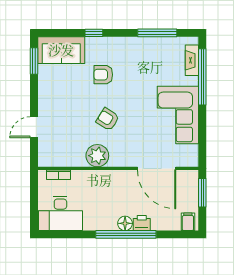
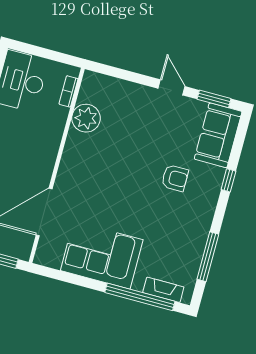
armchair: (103, 75) -> (175, 178), turned 90
armchair: (108, 119) -> (120, 169), removed
door: (34, 127) -> (172, 87), moved
plant: (97, 156) -> (86, 118), moved

